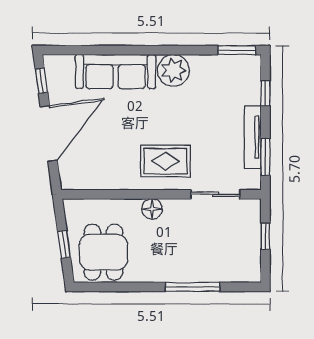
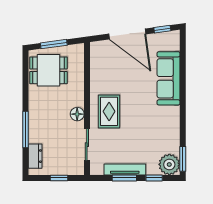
plant: (173, 70) -> (169, 164), moved
window: (265, 157) -> (124, 178), moved
floor lamp: (152, 209) -> (77, 114), moved
window: (64, 244) -> (54, 44), width x1.50
dresser: (233, 272) -> (35, 156), added

